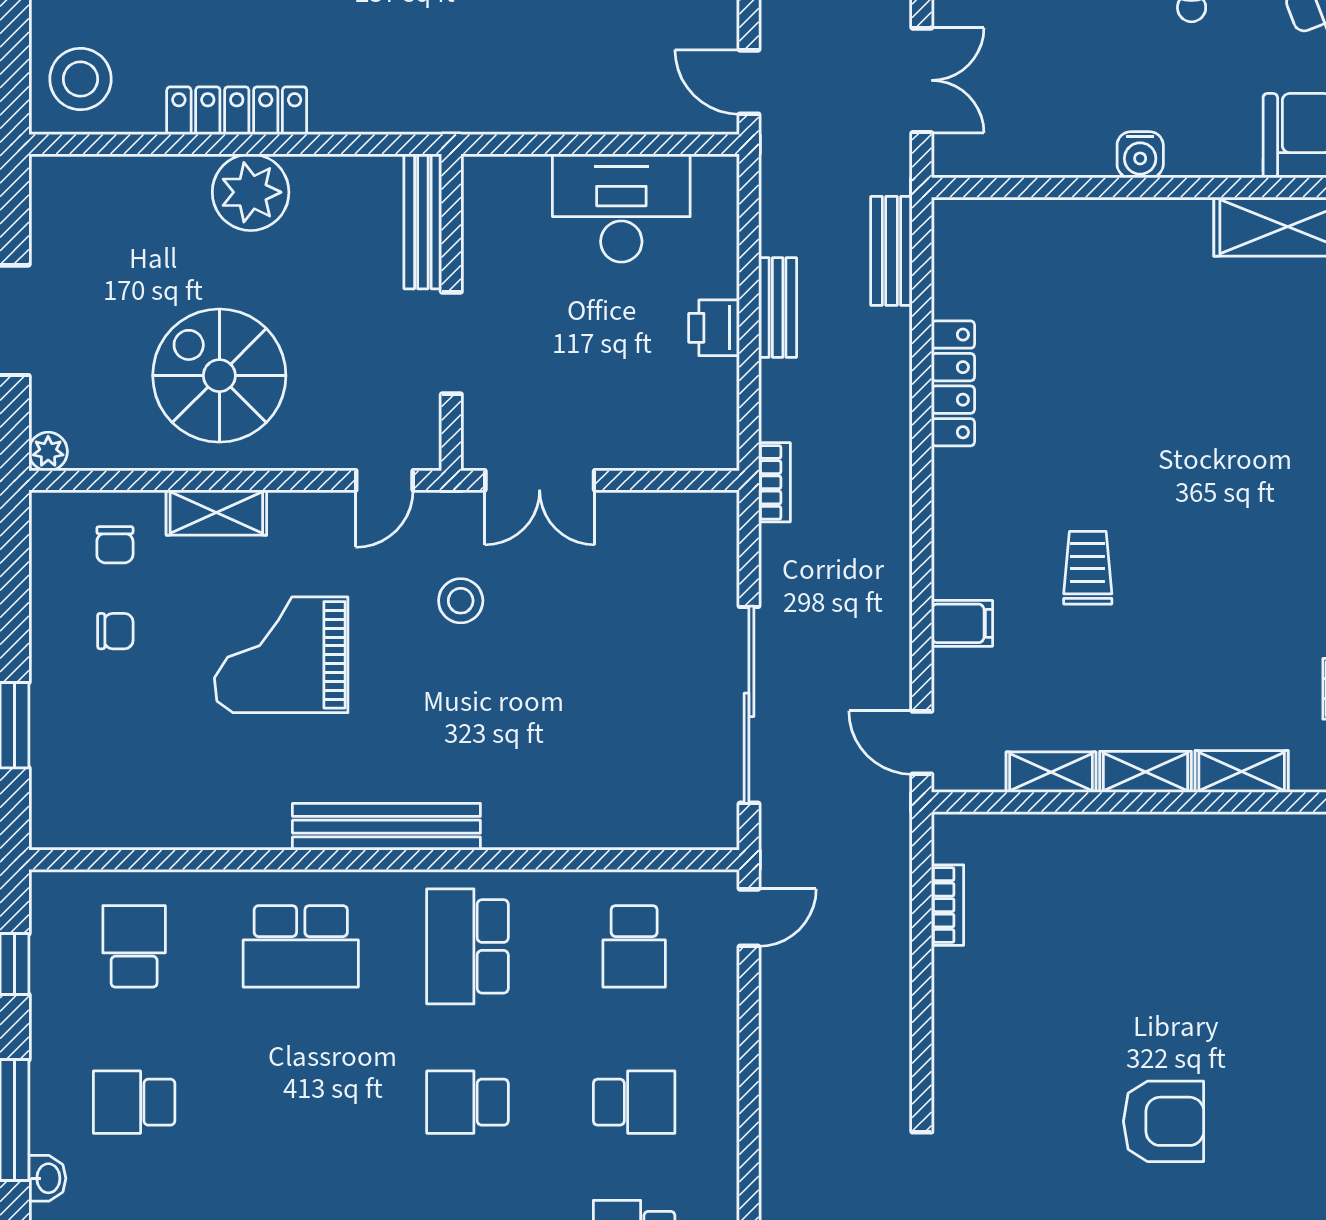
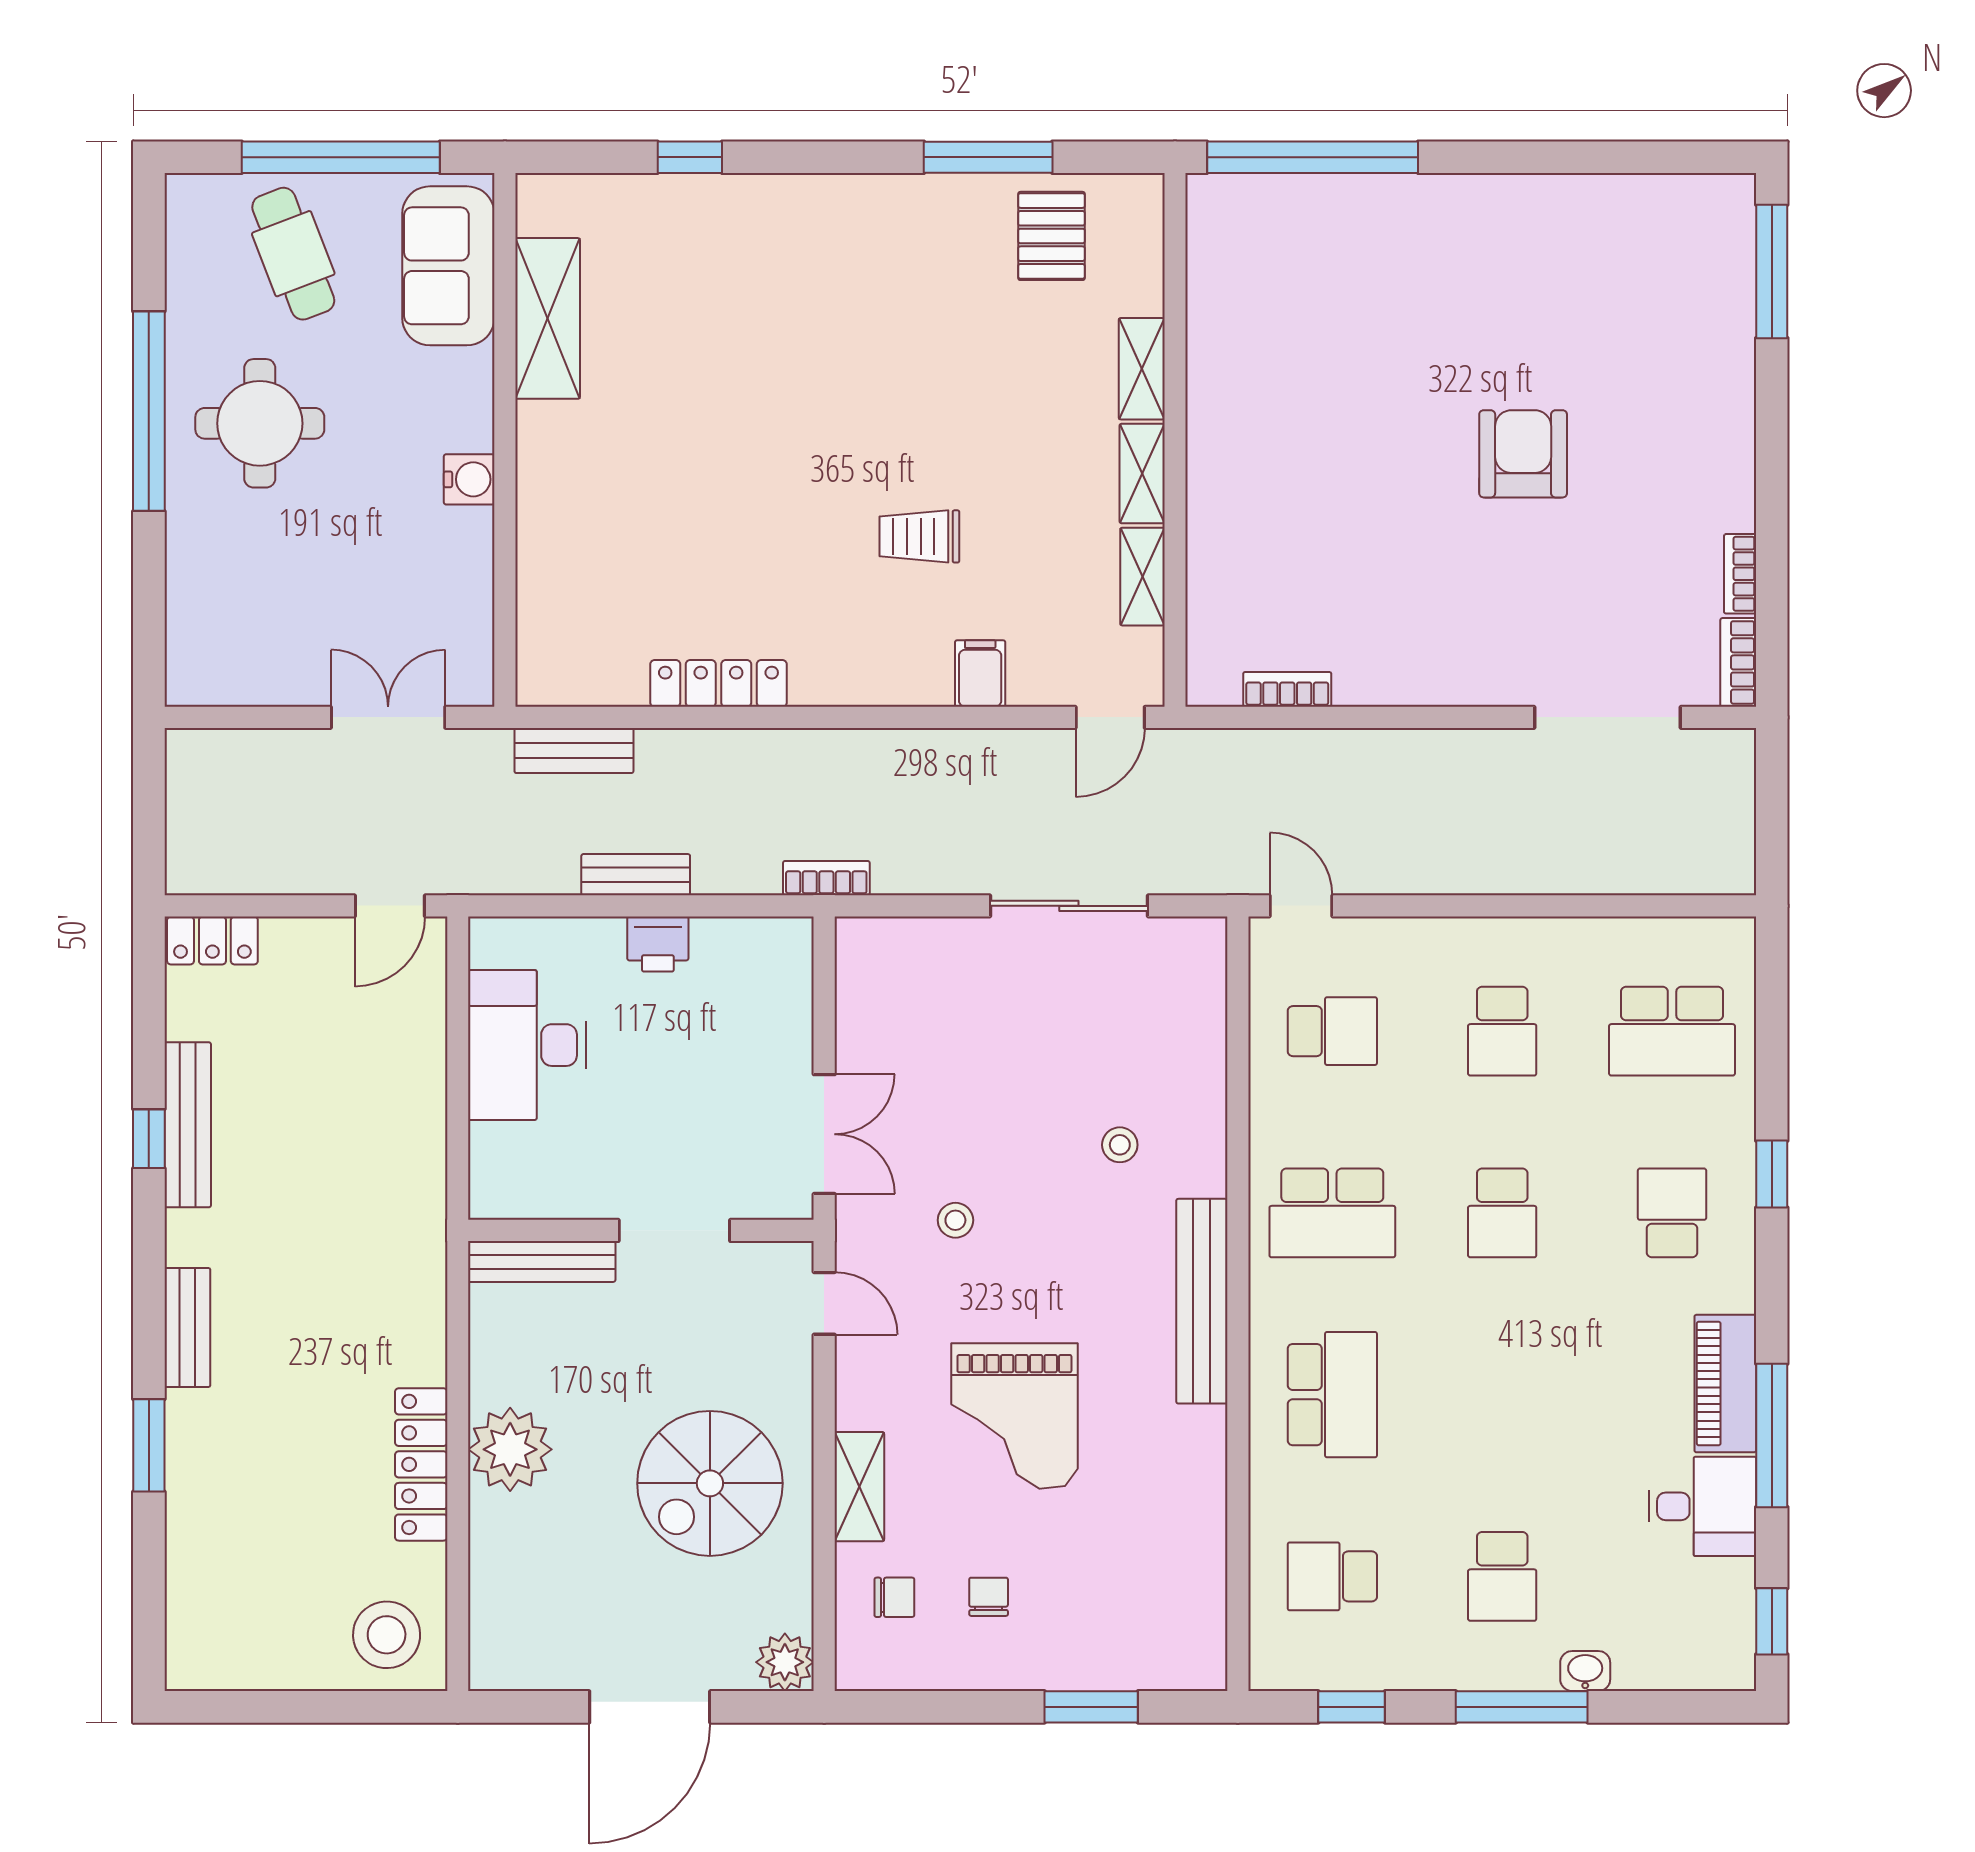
plant: (48, 451) -> (785, 1662), width x1.38, depth x1.38
stool: (461, 601) -> (955, 1220), width x0.73, depth x0.73
sliding door: (749, 705) -> (1069, 906), width x0.73
stool: (530, 751) -> (1120, 1145), added
school desk: (634, 1102) -> (1502, 1031), turned 180

